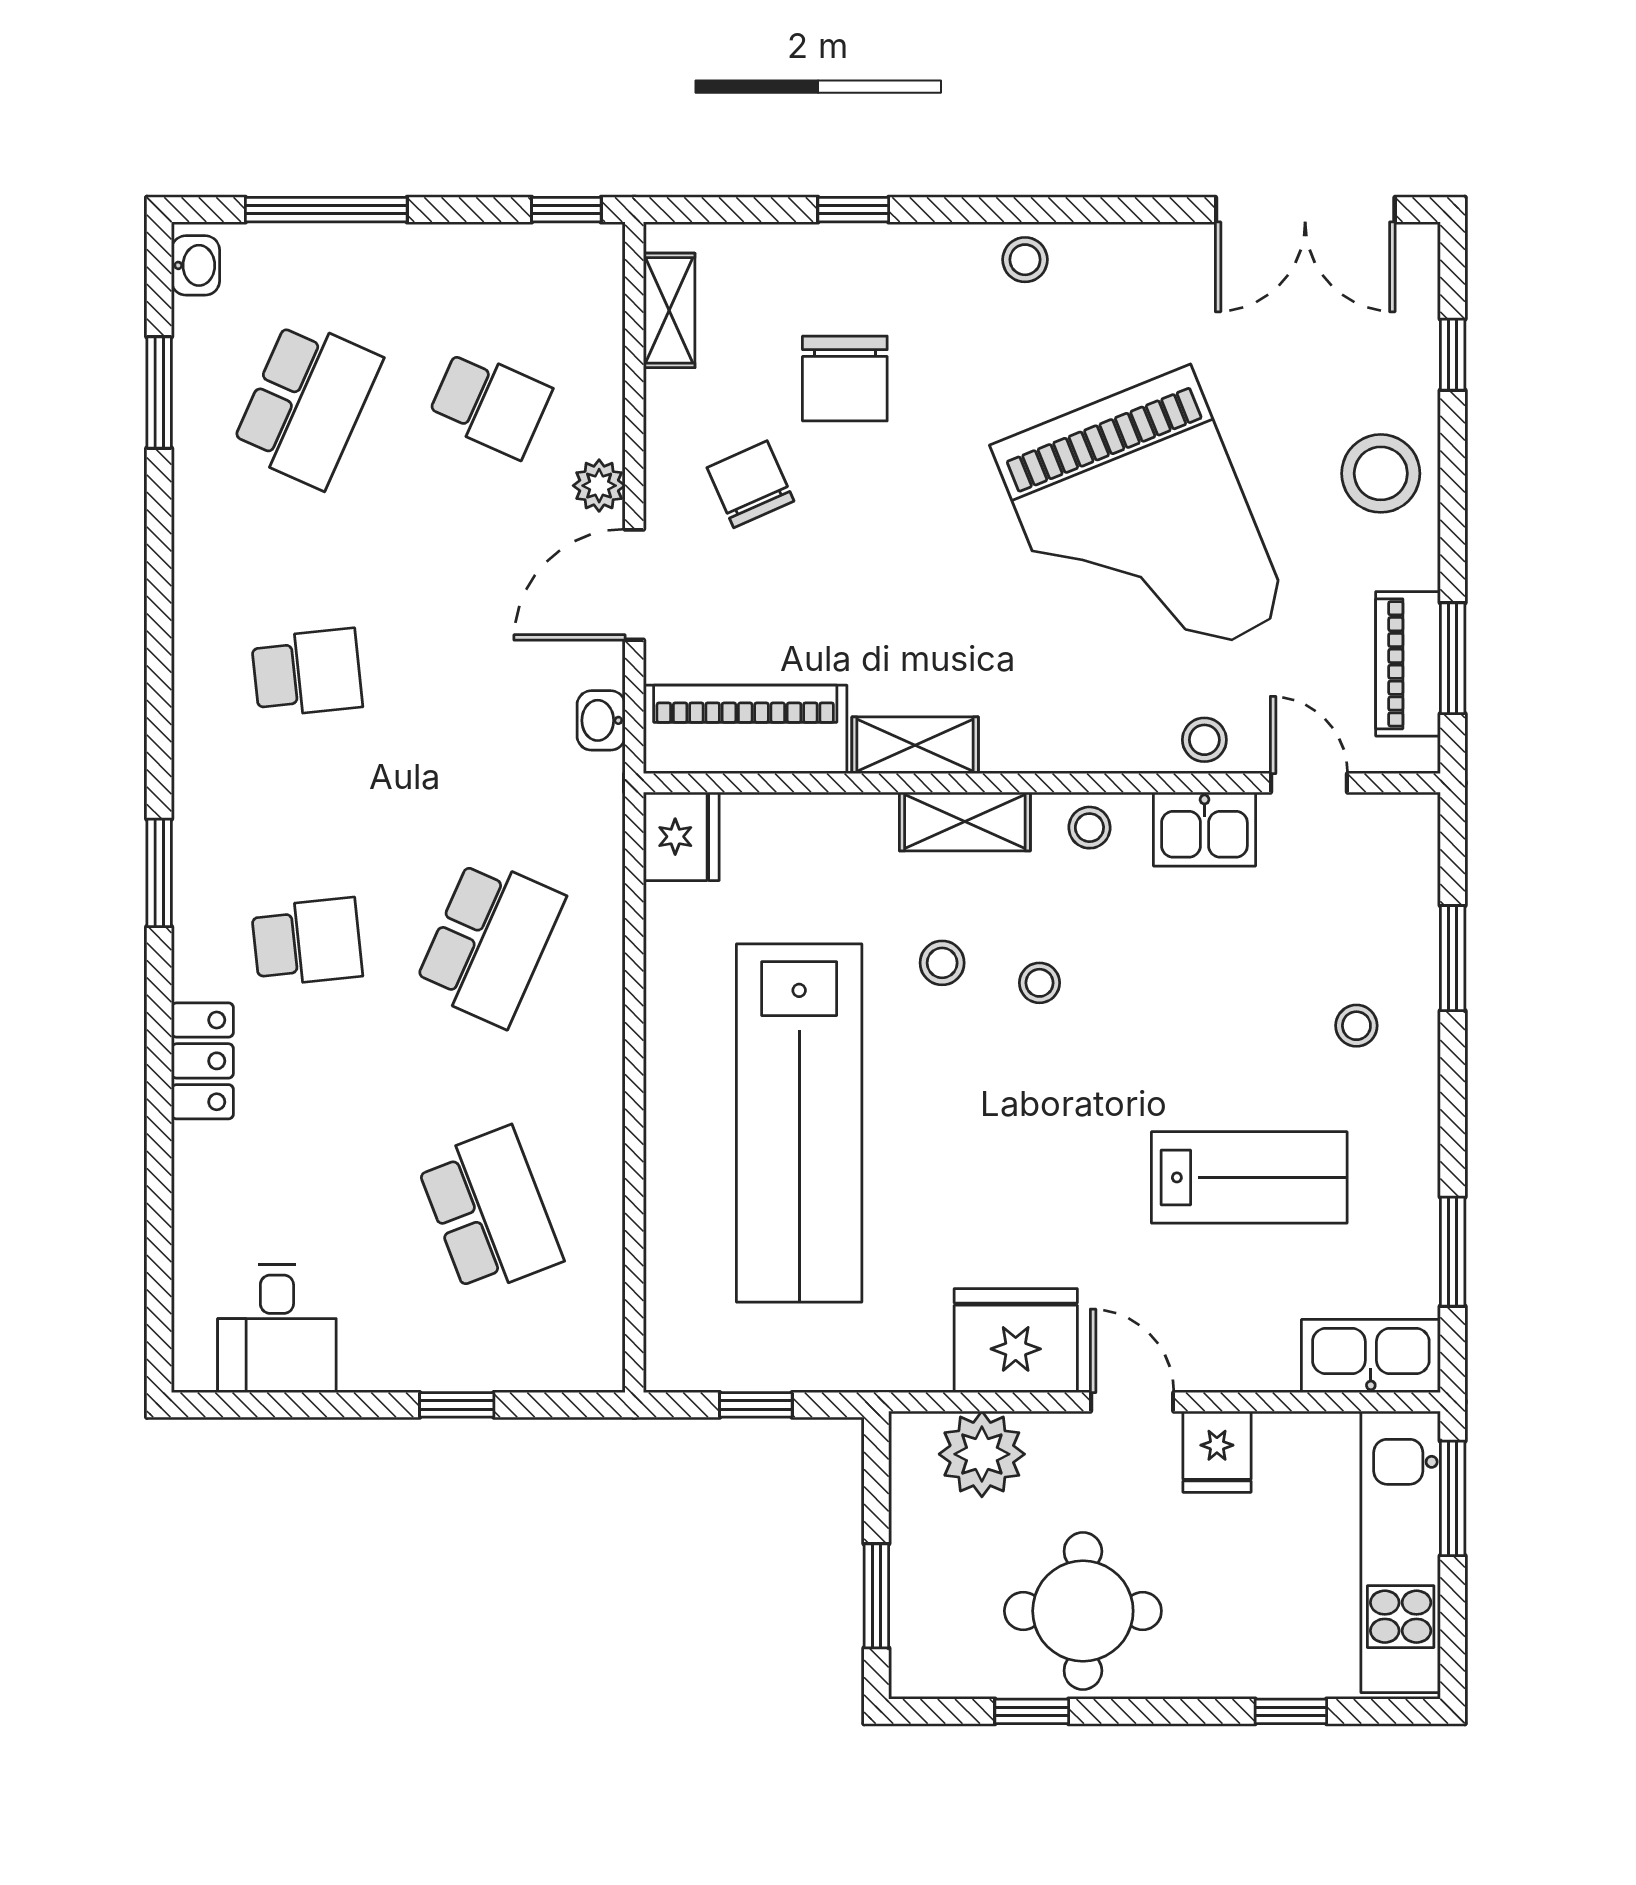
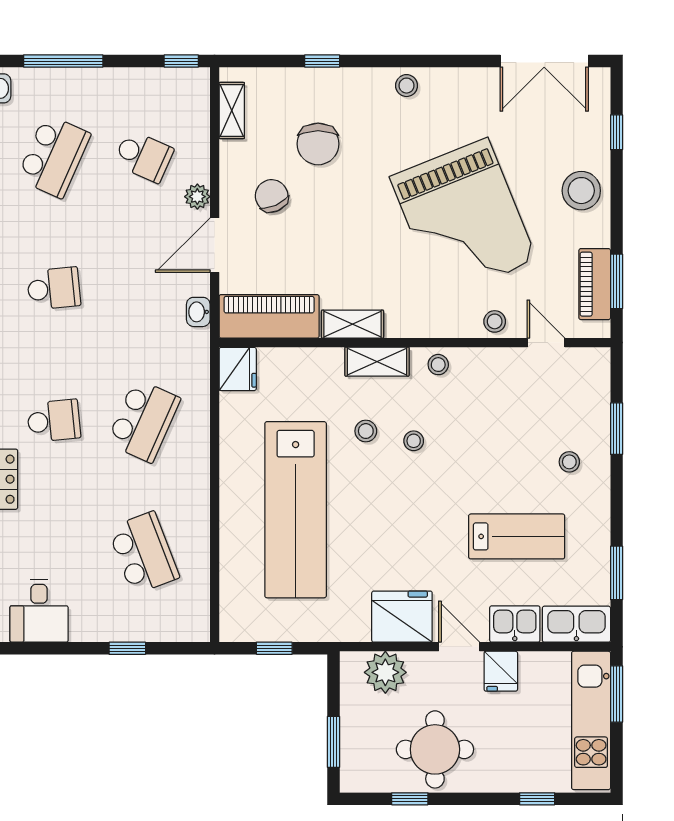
kitchen sink: (1204, 829) -> (515, 624), moved, turned 180

